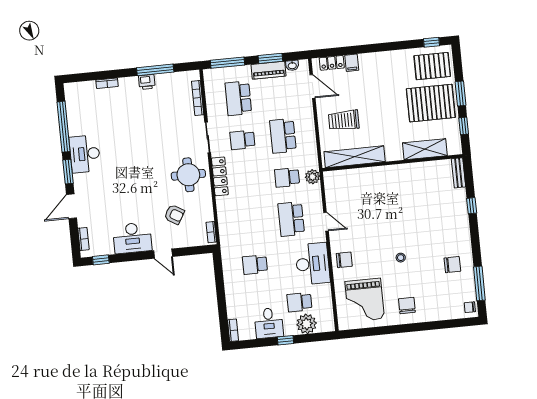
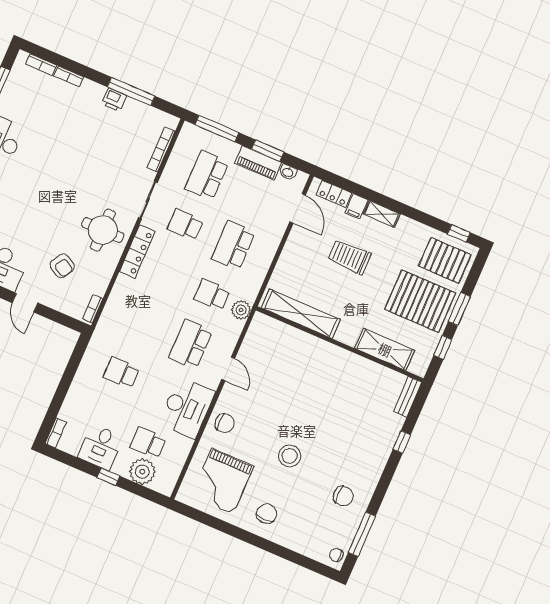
shelving: (372, 58) -> (382, 214), added
bookcase: (84, 86) -> (41, 65), added
trolley: (344, 120) -> (349, 257), moved
stool: (401, 258) -> (290, 456), width x1.89, depth x1.89

